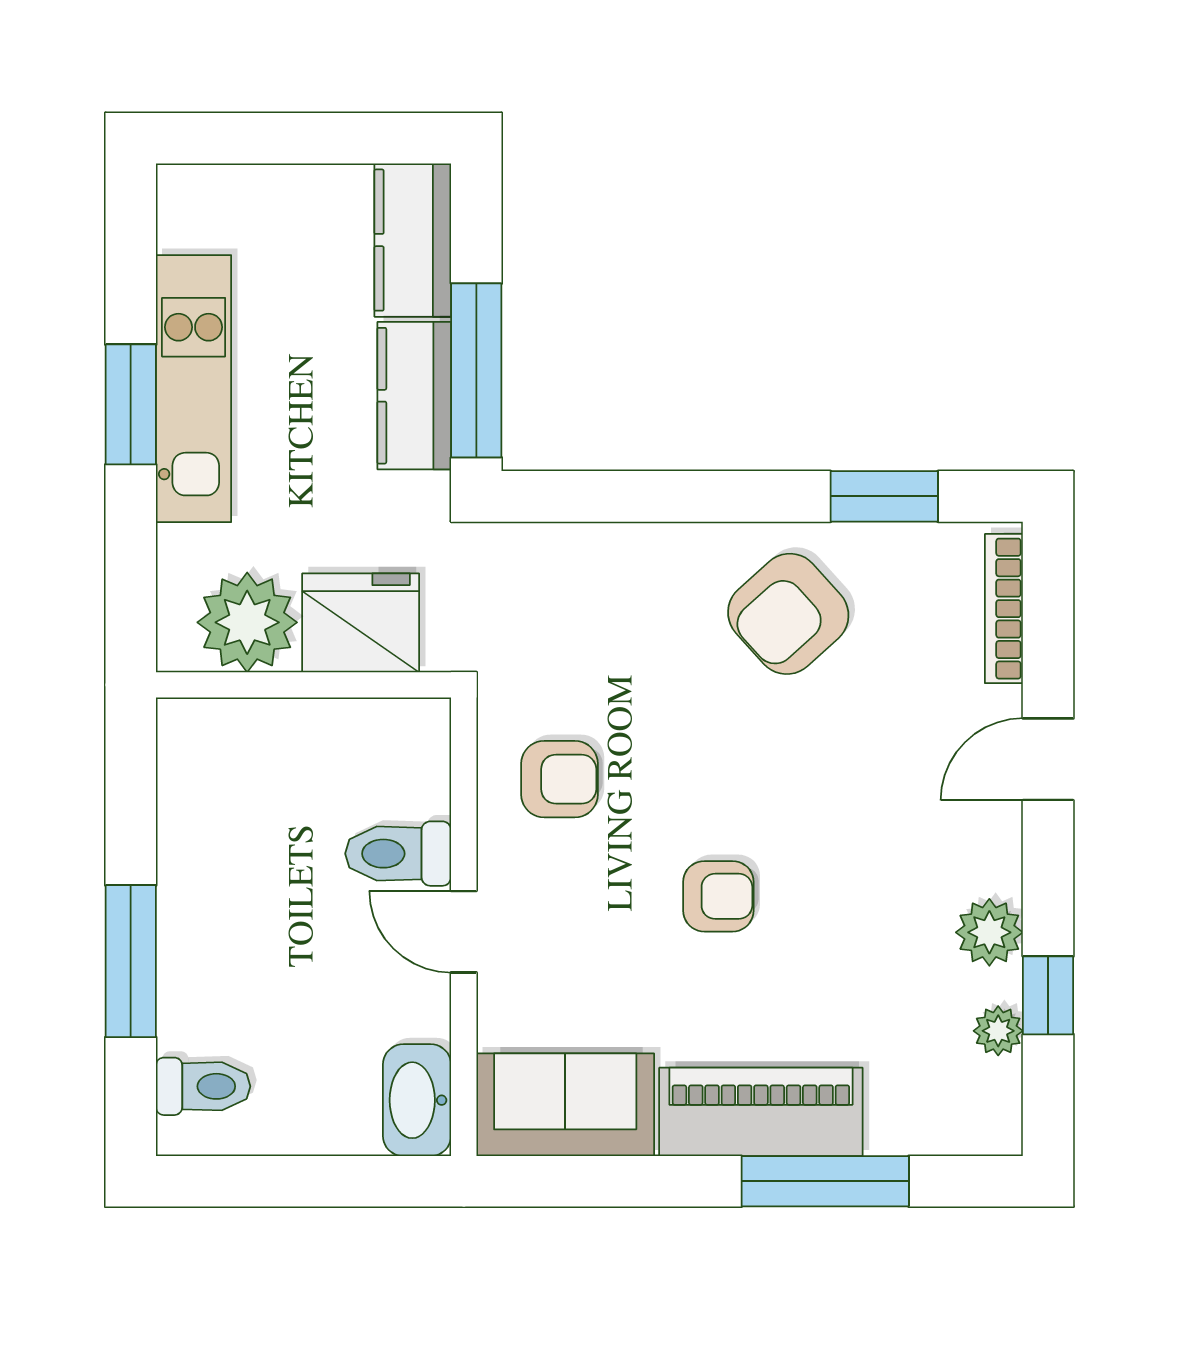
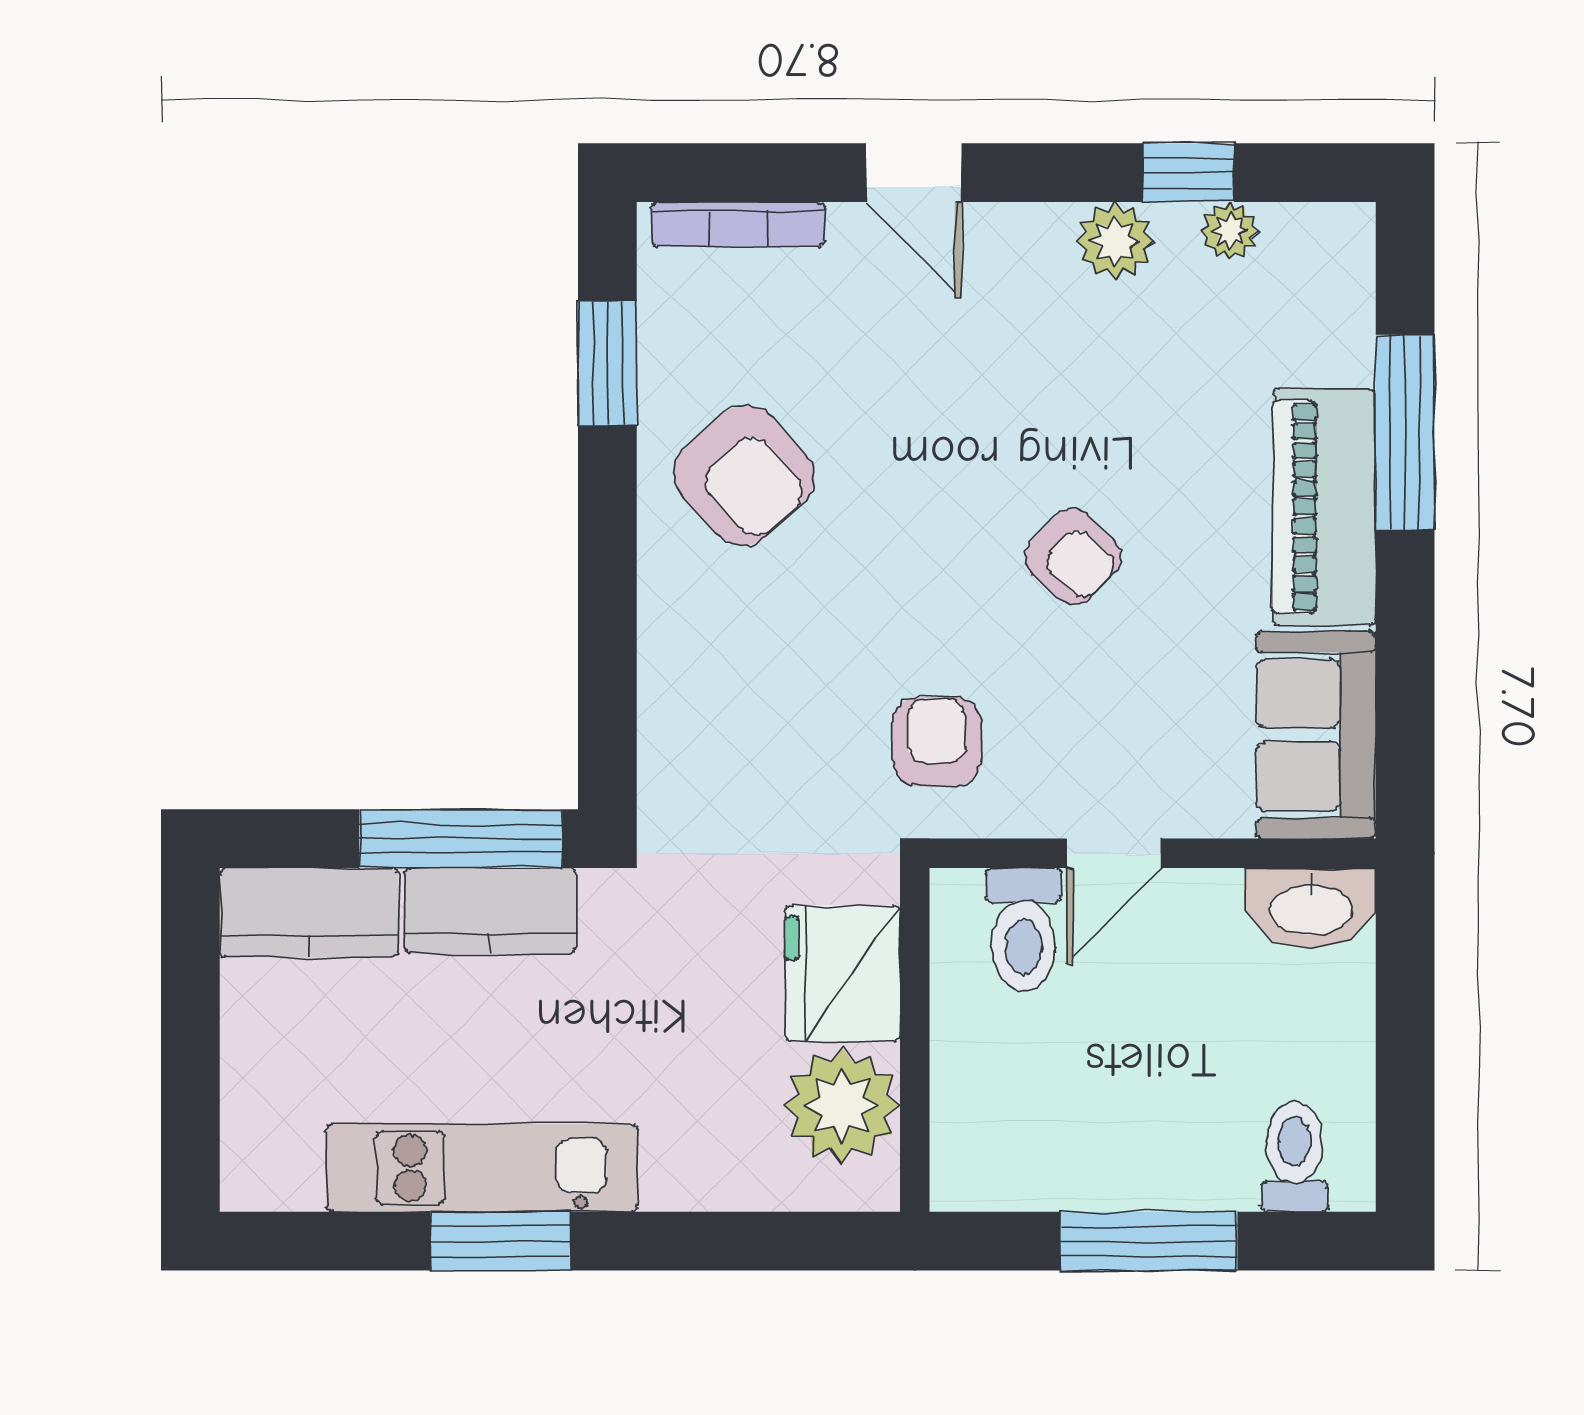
plant: (247, 622) -> (842, 1105), moved
fridge: (361, 623) -> (842, 973), moved
wall: (304, 685) -> (915, 1040), moved
armchair: (718, 896) -> (1073, 557), turned 133

